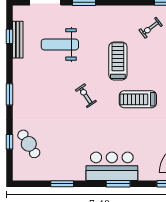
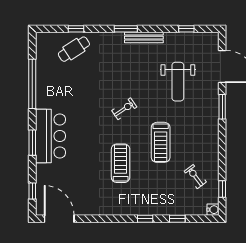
bench: (18, 40) -> (144, 38), moved
weight bench: (60, 44) -> (178, 82), turned 180
treadmill: (118, 61) -> (161, 142), turned 90
window: (62, 184) -> (32, 84), width x2.11

